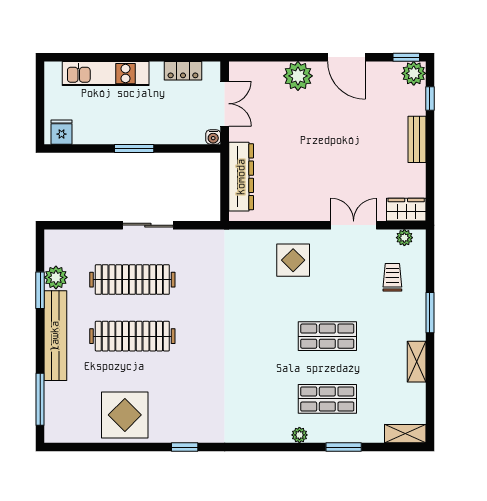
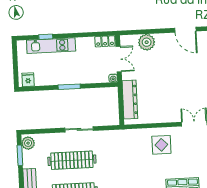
window: (97, 57) -> (46, 37), added
locker: (183, 71) -> (105, 41), moved
plant: (298, 76) -> (147, 42), moved
plant: (56, 277) -> (28, 143), moved
window: (40, 290) -> (20, 155), moved

